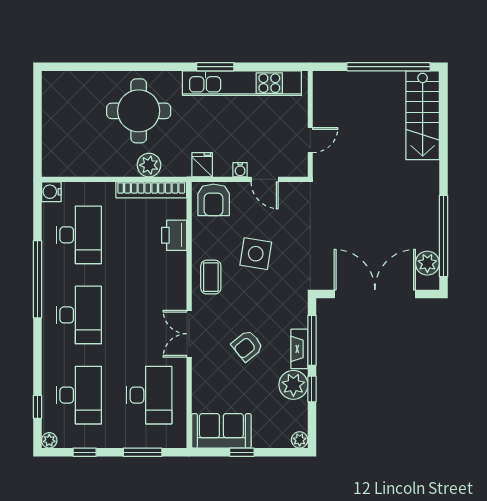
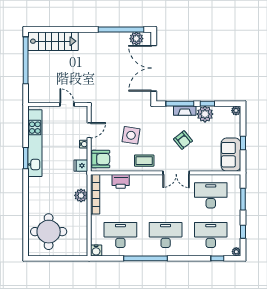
round table: (139, 111) -> (49, 232), moved

